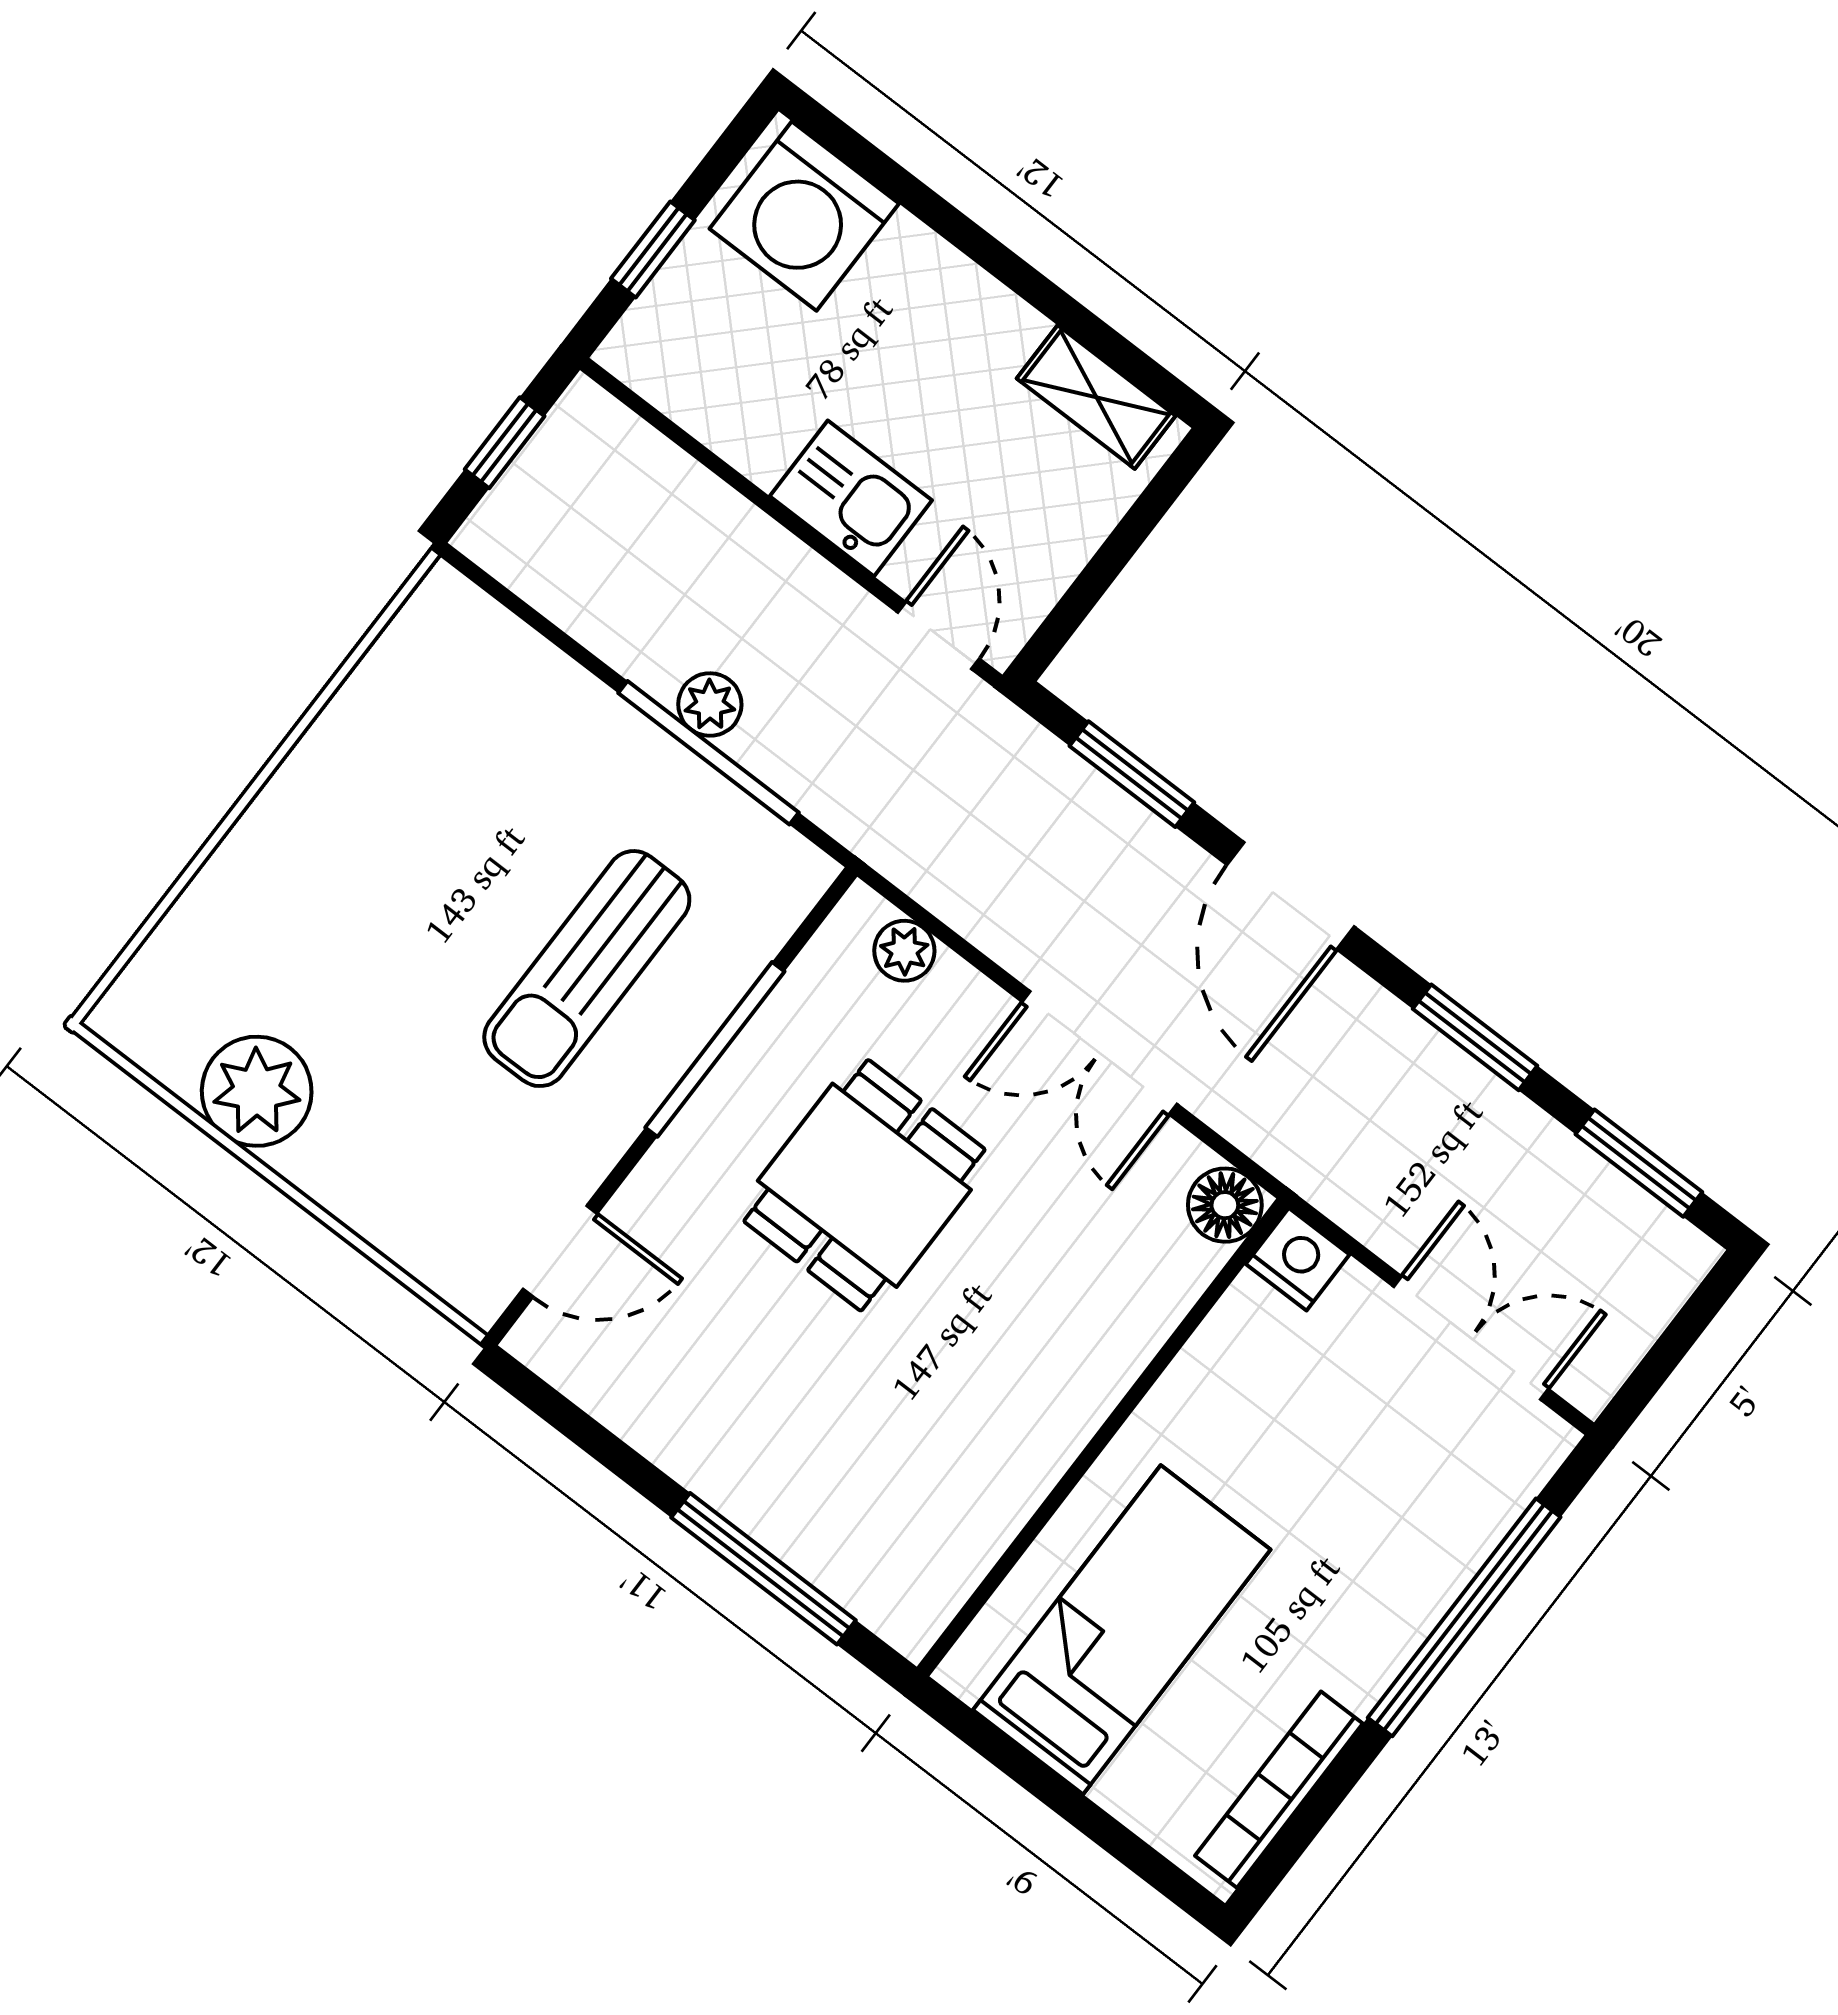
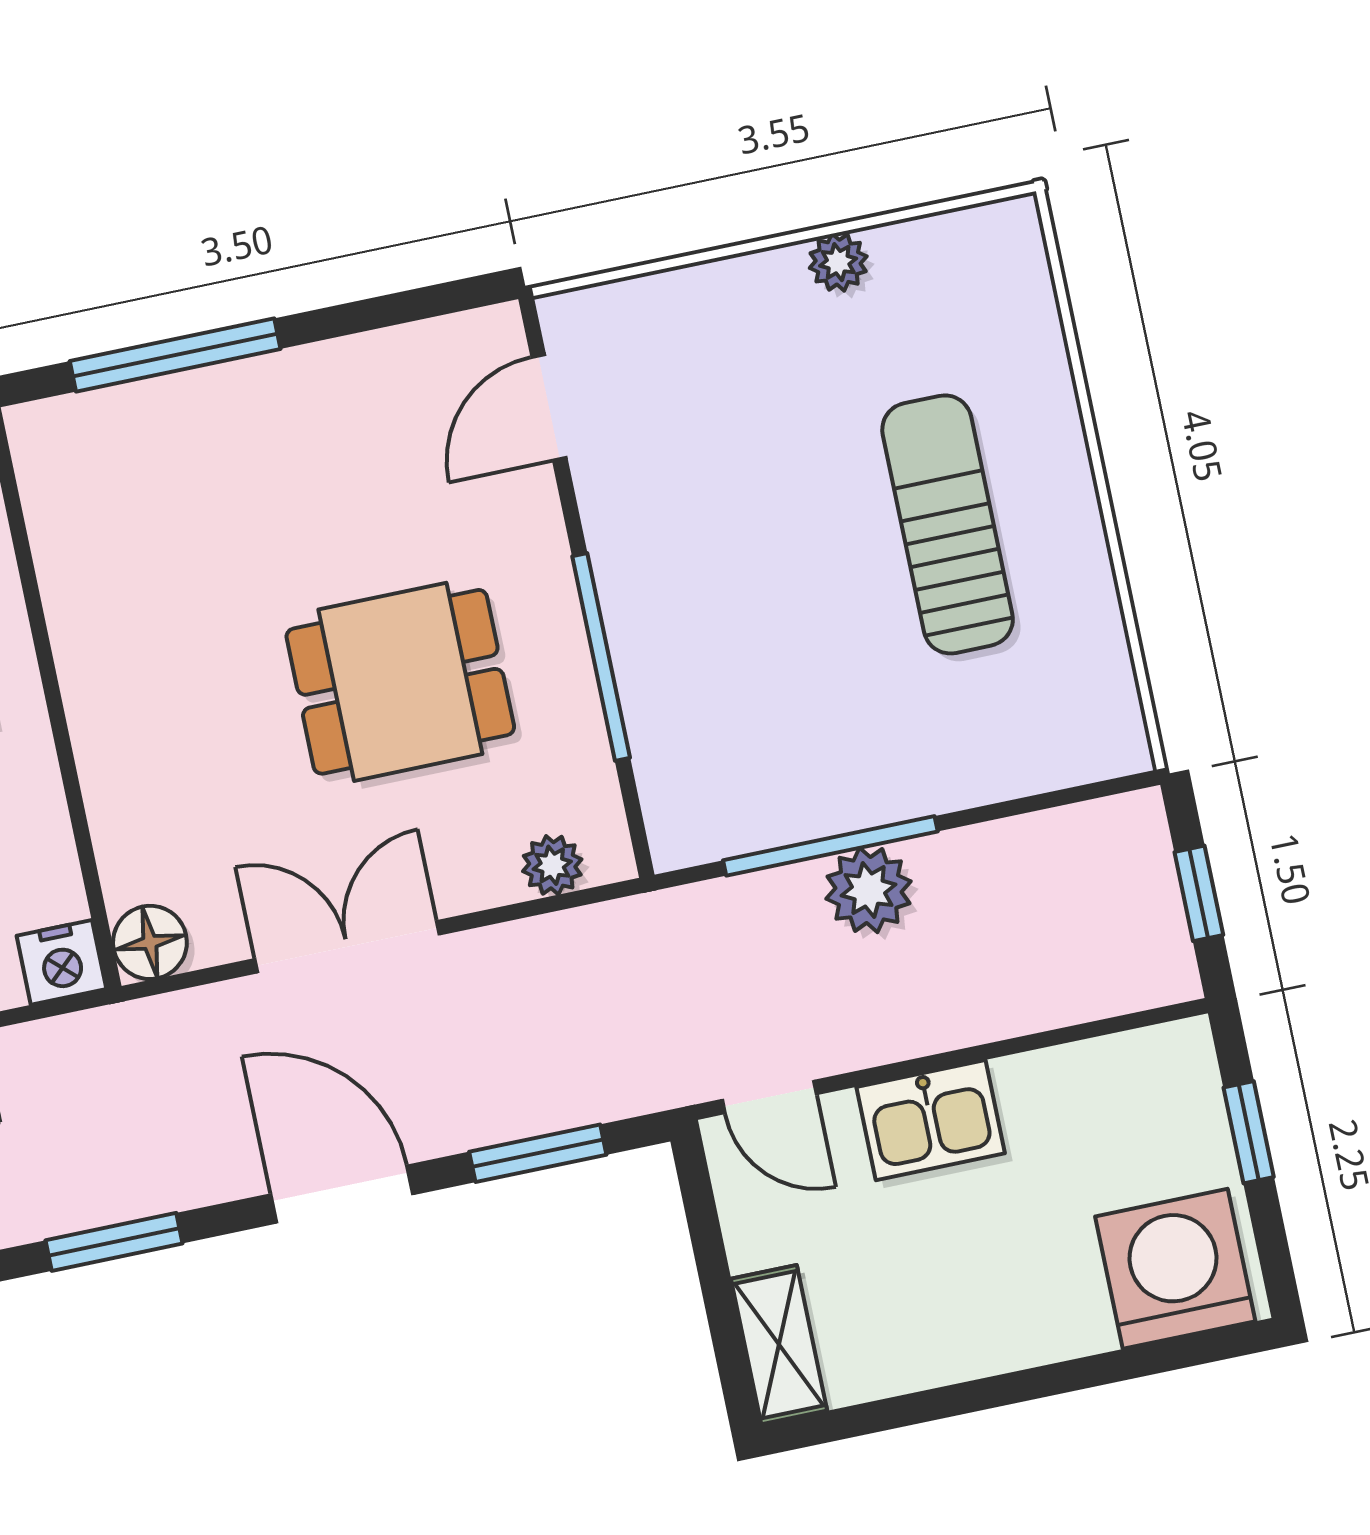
shelving: (1096, 397) -> (779, 1345), moved, turned 90
plant: (710, 704) -> (869, 890), width x1.38, depth x1.38
sun lounger: (587, 969) -> (948, 524), moved
plant: (257, 1091) -> (838, 262), width x0.53, depth x0.53
dining table: (864, 1185) -> (400, 682), turned 90

